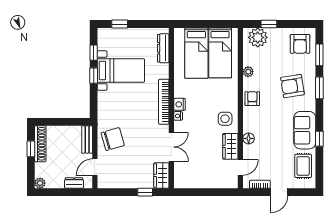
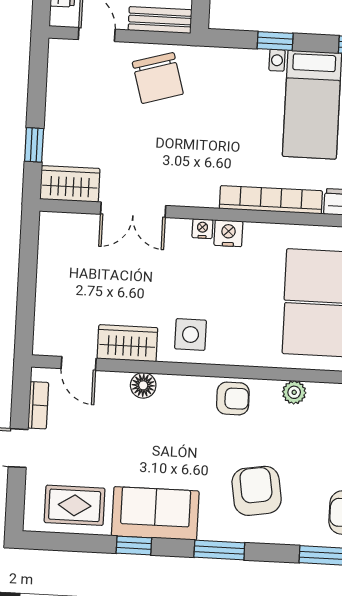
window: (94, 76) -> (275, 41), moved
window: (319, 88) -> (219, 550), moved
bookcase: (164, 102) -> (271, 200), moved

